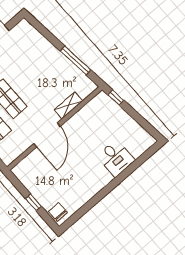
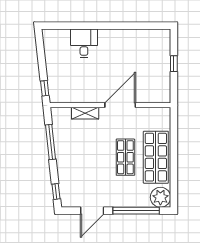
window: (38, 26) -> (56, 192), added
chair: (58, 212) -> (162, 41), removed

